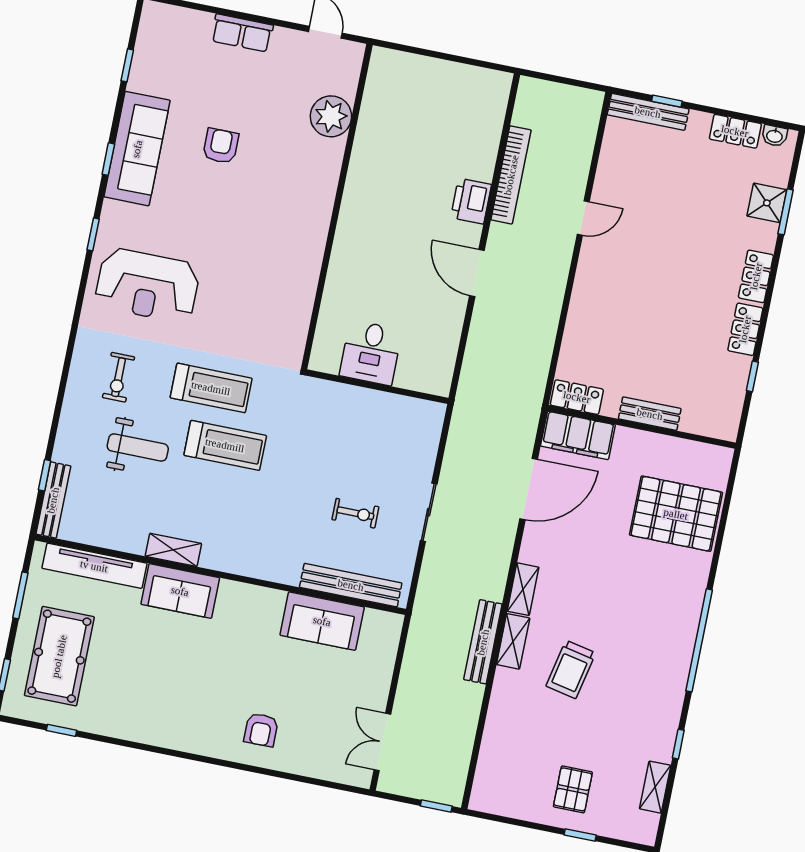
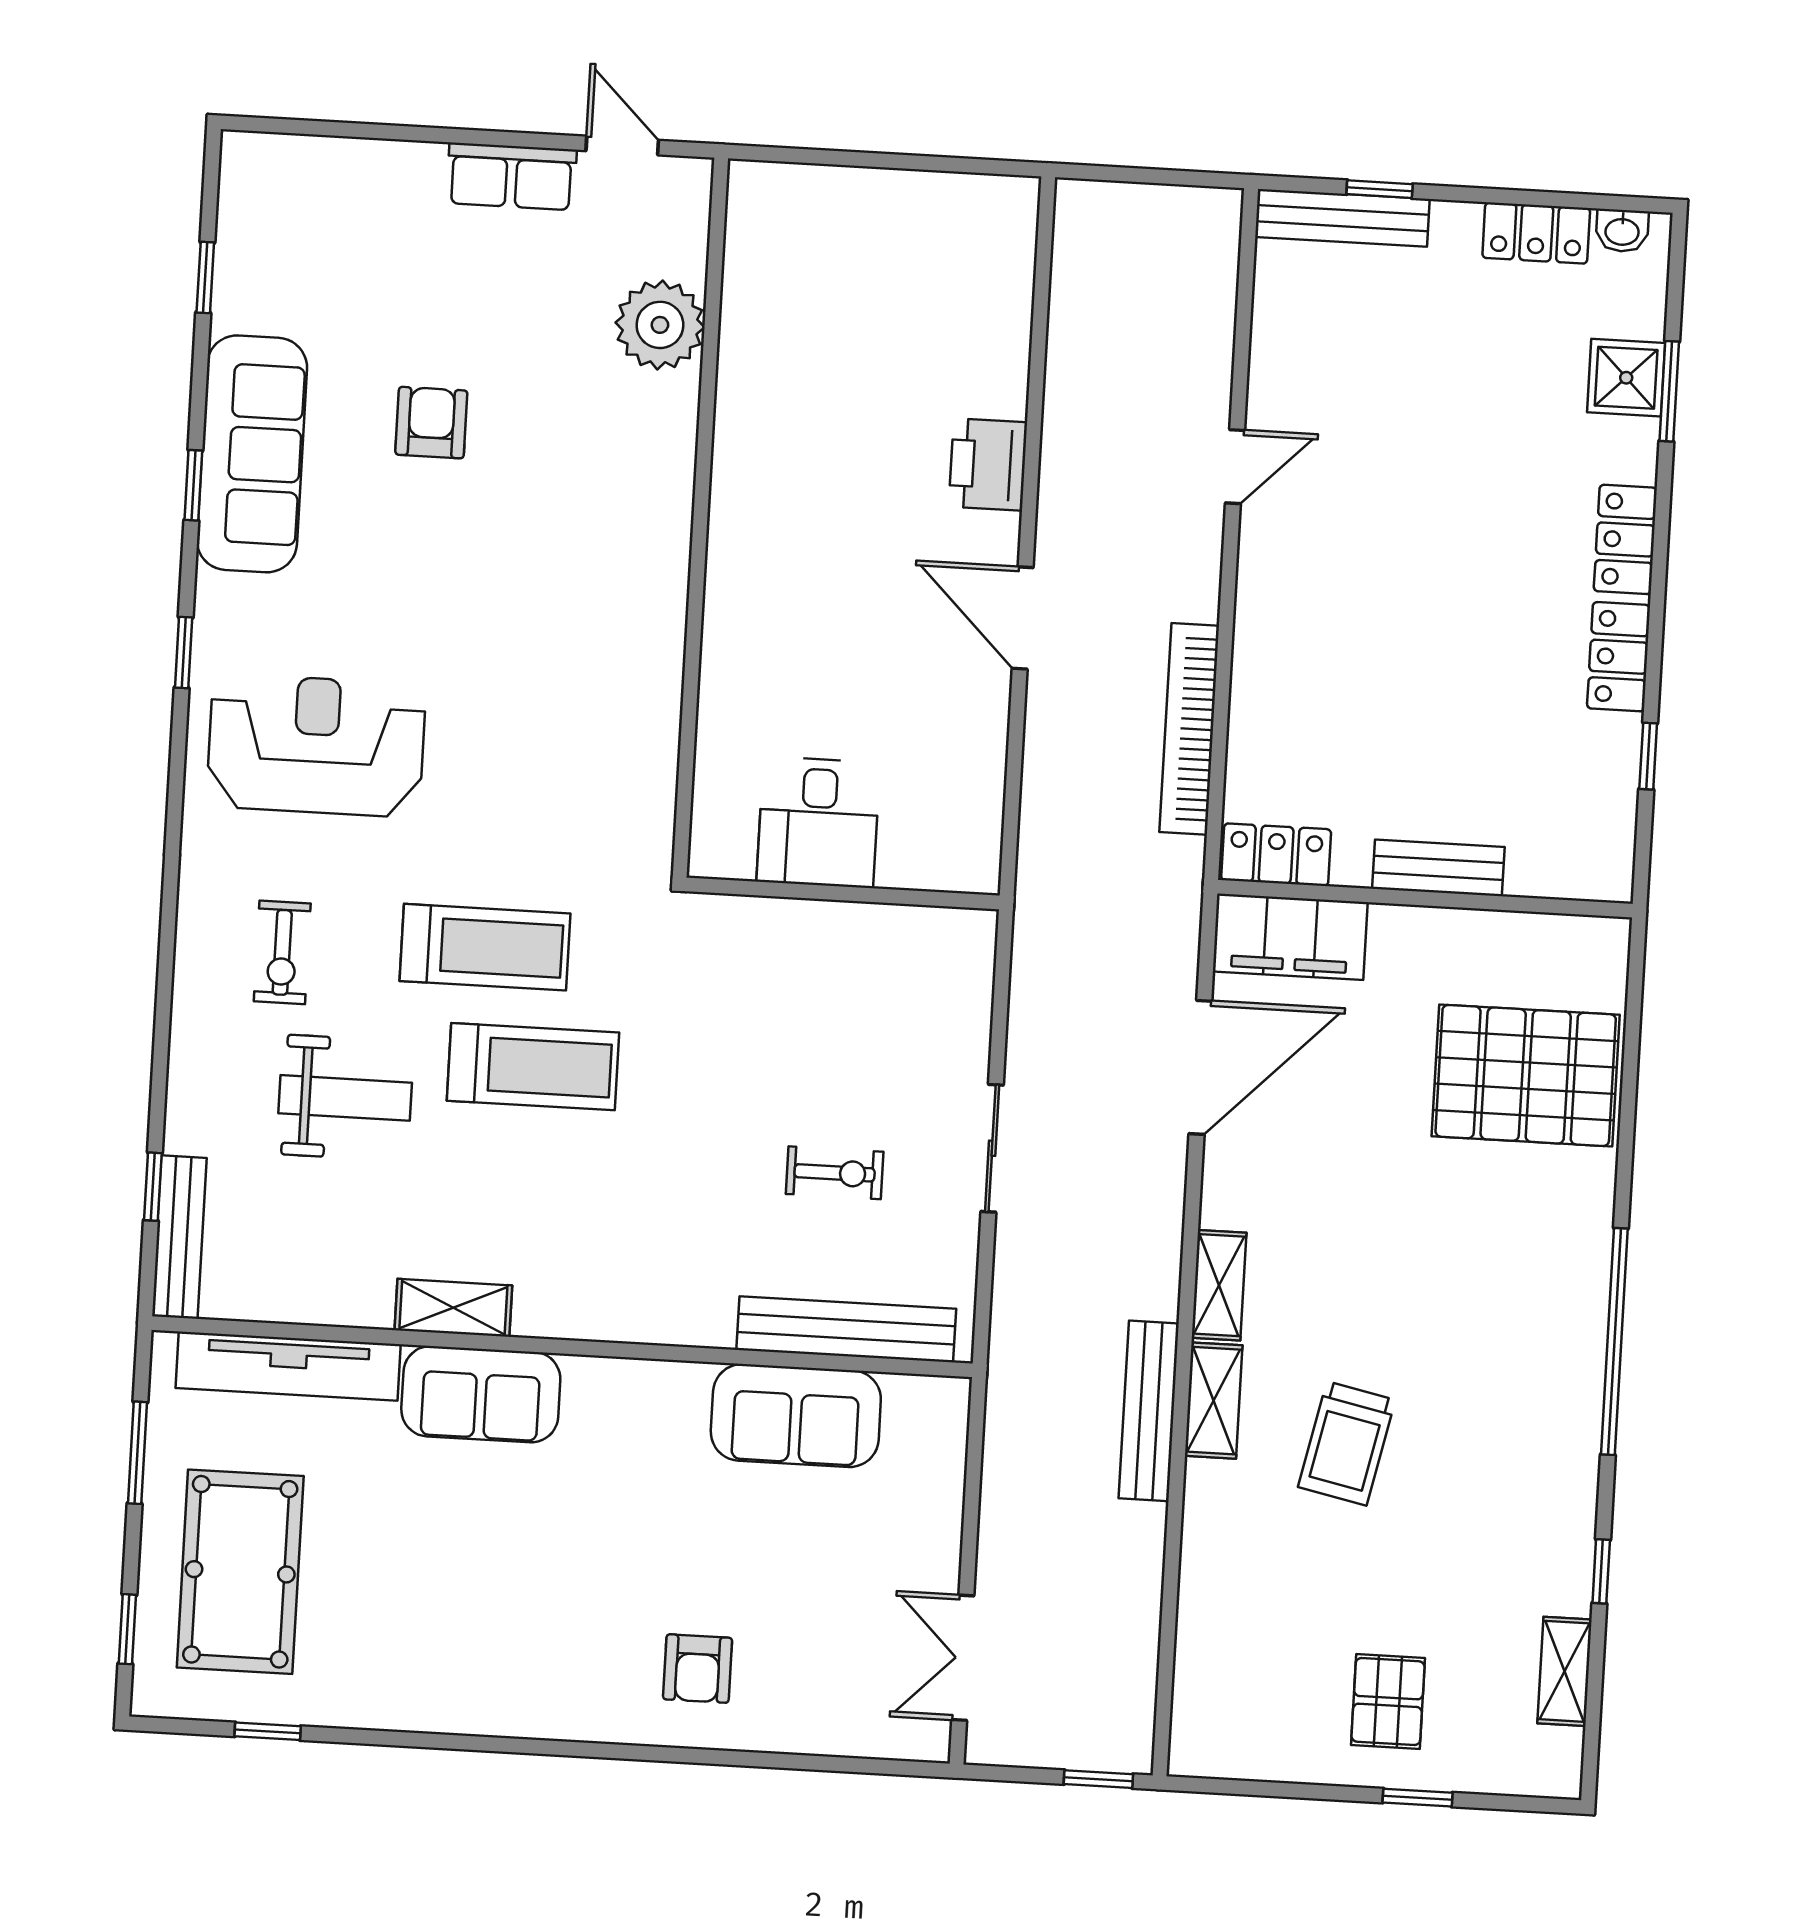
row of seats: (242, 33) -> (511, 176), moved
bookcase: (511, 175) -> (1189, 729), moved, turned 180
reception desk: (147, 285) -> (316, 745), turned 180

